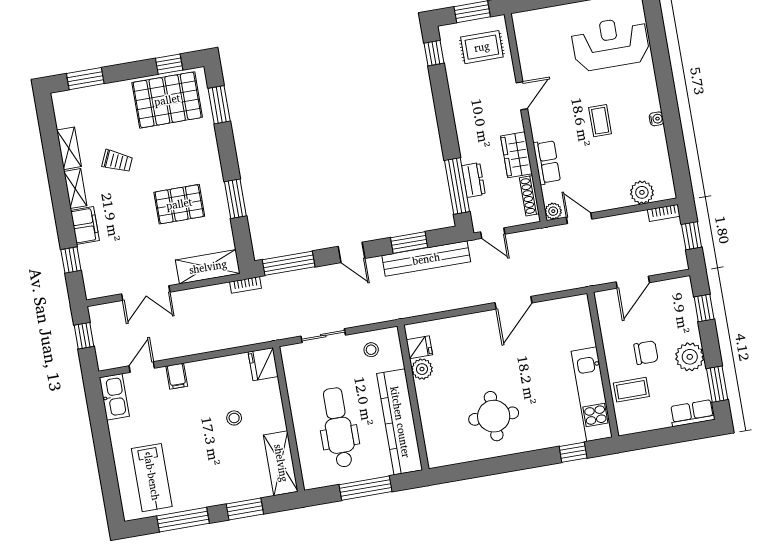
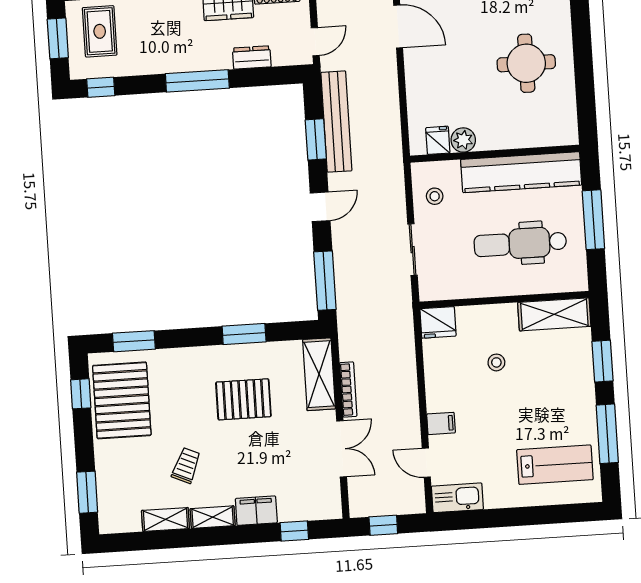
window: (457, 186) -> (197, 81), moved
pallet: (179, 204) -> (243, 399), turned 90
bookcase: (245, 285) -> (348, 389), moved, width x1.56

